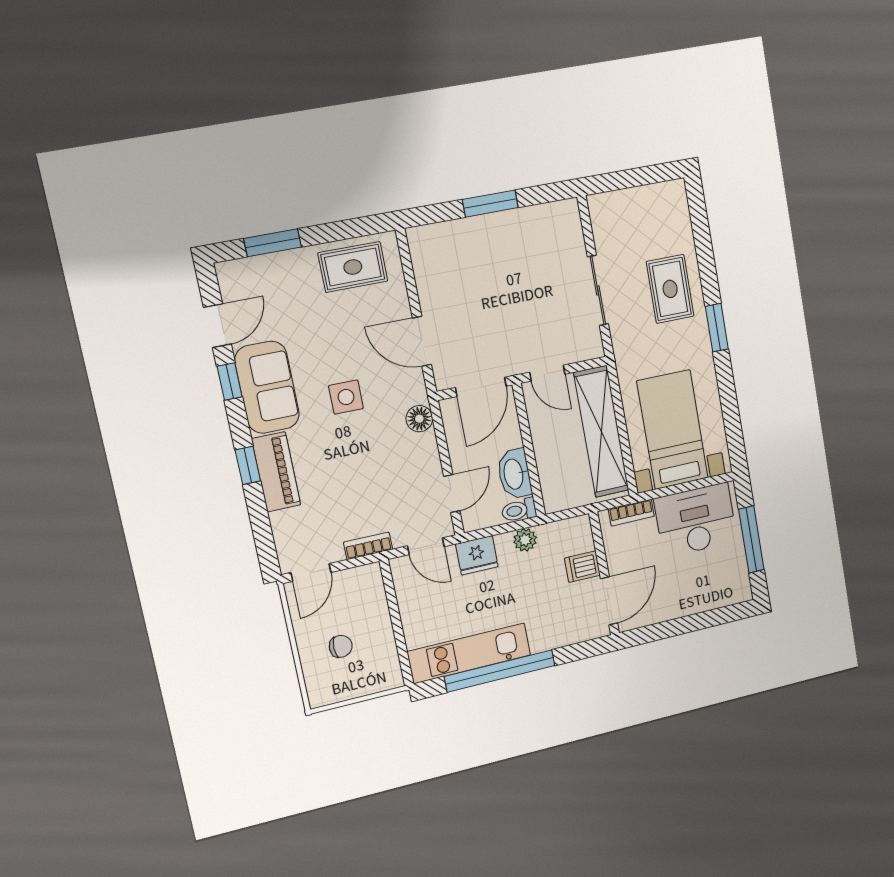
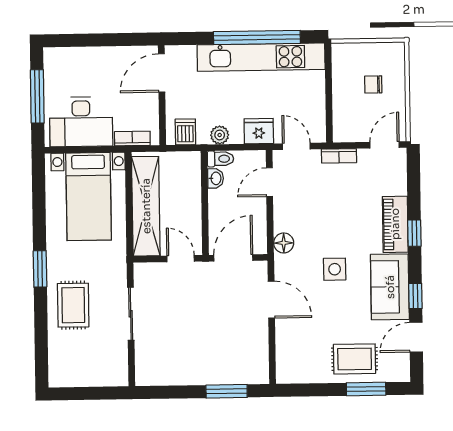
window: (490, 204) -> (227, 391), moved
rug: (353, 267) -> (355, 359), moved
washbasin: (514, 474) -> (216, 178), width x0.52, depth x0.69
dishwasher: (582, 567) -> (185, 132), moved, turned -90
kitchen unit: (469, 653) -> (261, 57), width x1.36

